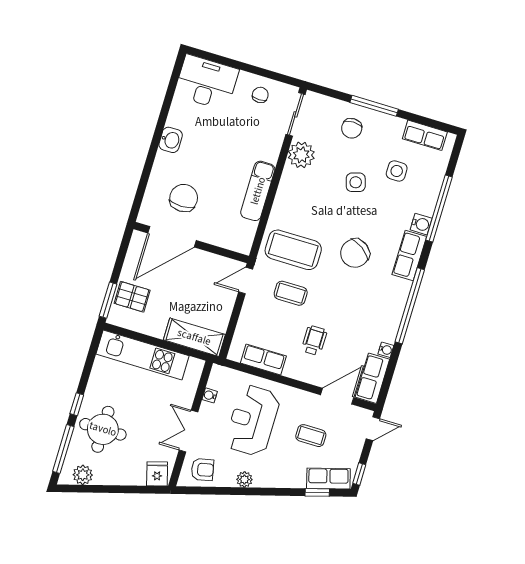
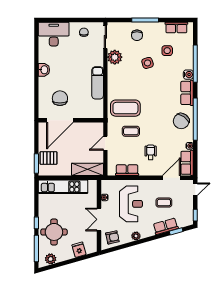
chair: (355, 253) -> (181, 121), moved
door: (246, 280) -> (105, 143), moved
reception desk: (252, 421) -> (131, 204), turned 180
fridge: (157, 474) -> (79, 250), moved
row of seats: (328, 479) -> (166, 226), moved

